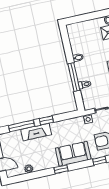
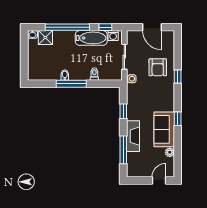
window: (74, 77) -> (71, 84), moved
window: (46, 120) -> (123, 111), moved
sofa: (73, 154) -> (164, 129), moved

